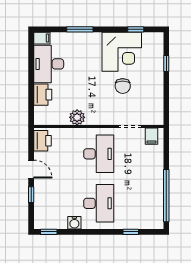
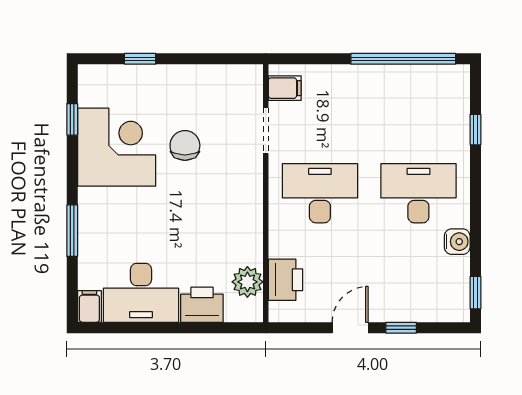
chair: (123, 86) -> (185, 145), turned -90
plant: (77, 117) -> (247, 282), moved
printer: (42, 141) -> (286, 280), moved, turned 90

